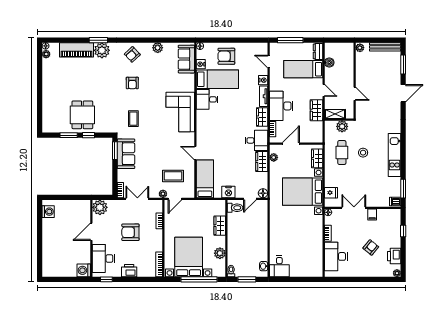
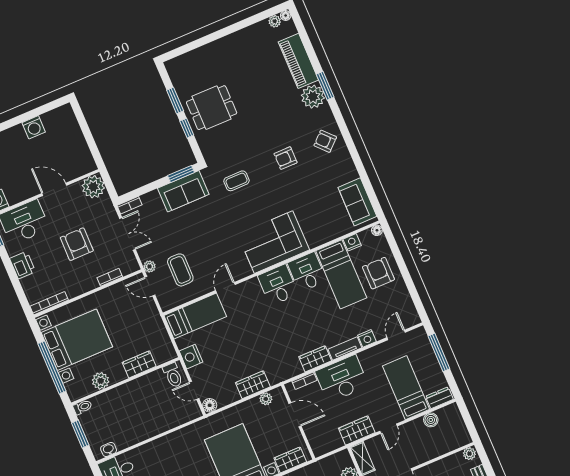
plant: (158, 48) -> (349, 172), removed
sofa: (186, 59) -> (357, 202), moved, turned -90
desk: (256, 140) -> (278, 285), moved, turned 180
washing machine: (48, 212) -> (34, 127), moved

